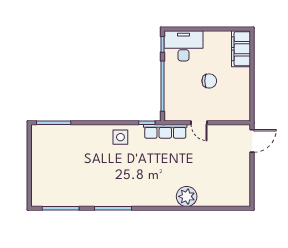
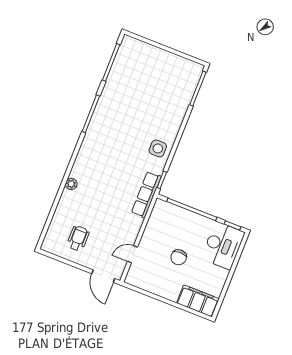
door: (199, 123) -> (132, 254), moved
wheelchair: (228, 176) -> (78, 238), added
plant: (187, 196) -> (71, 184), width x0.53, depth x0.53

